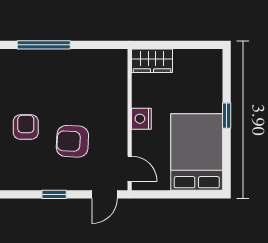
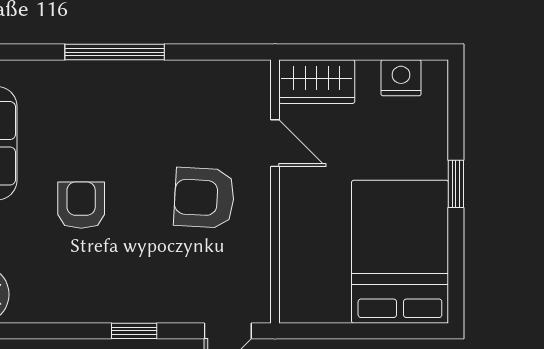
nightstand: (141, 119) -> (401, 78), moved, turned 90
armchair: (72, 141) -> (204, 198), moved
door: (130, 169) -> (275, 143), moved

